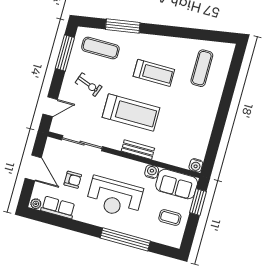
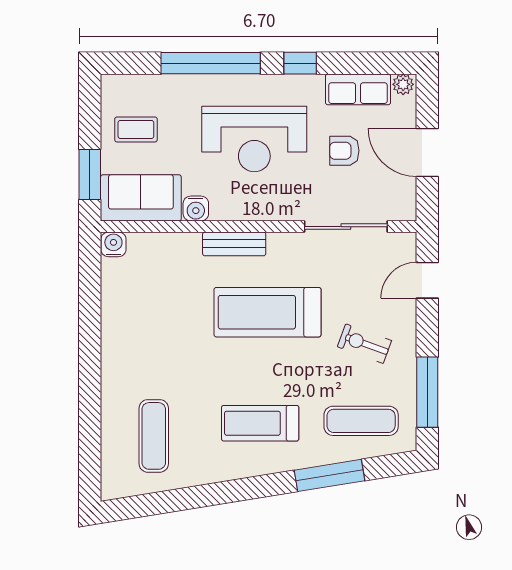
treadmill: (154, 73) -> (260, 423), moved
reception desk: (114, 197) -> (254, 139), turned 180
window: (82, 228) -> (300, 63), added

